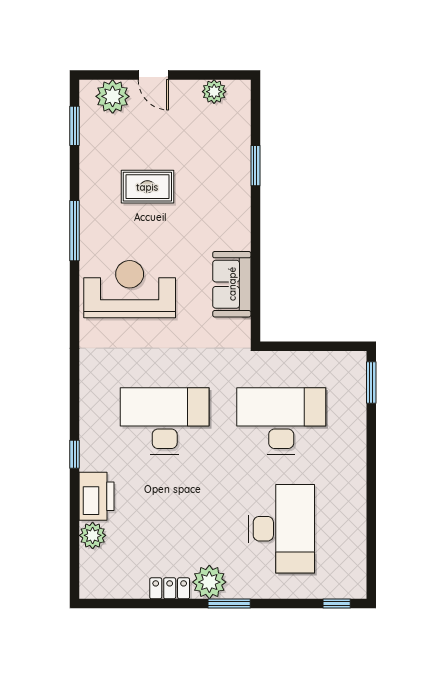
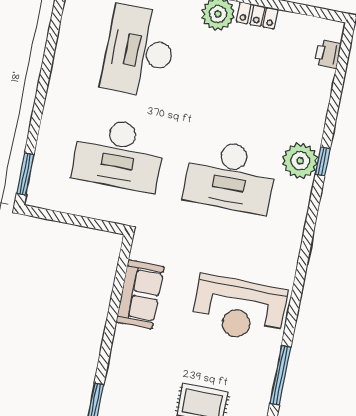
printer: (97, 496) -> (328, 54), moved, width x0.53, depth x0.68
plant: (93, 535) -> (300, 161), moved, width x1.36, depth x1.36

